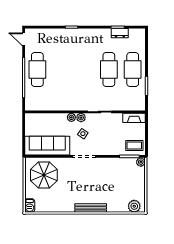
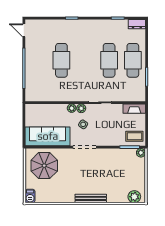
dresser: (120, 33) -> (137, 24), moved
cafe table: (37, 69) -> (61, 60), moved

